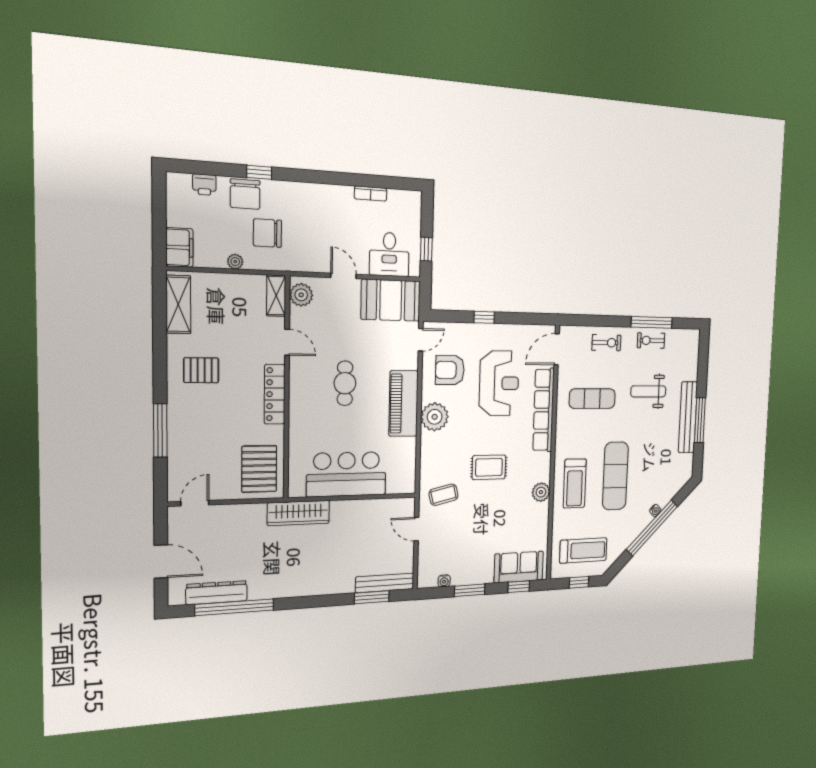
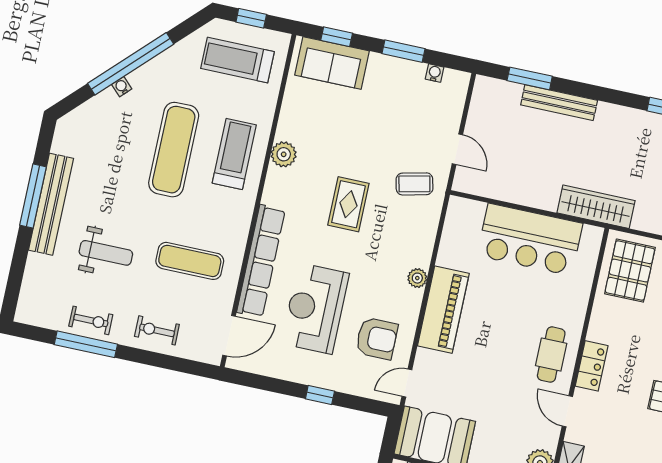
cafe table: (345, 383) -> (551, 355), moved
locker: (275, 394) -> (592, 366), width x0.66
plant: (435, 417) -> (417, 278), width x0.53, depth x0.53
rug: (489, 467) -> (348, 204), turned 90
bench: (385, 583) -> (559, 103), moved

